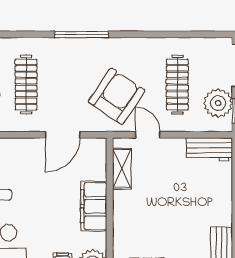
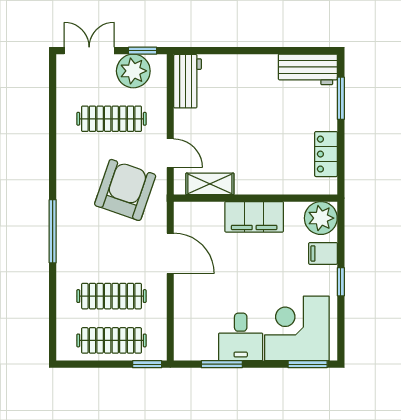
armchair: (117, 96) -> (125, 190), turned 75
door: (148, 135) -> (170, 153), swing flipped

